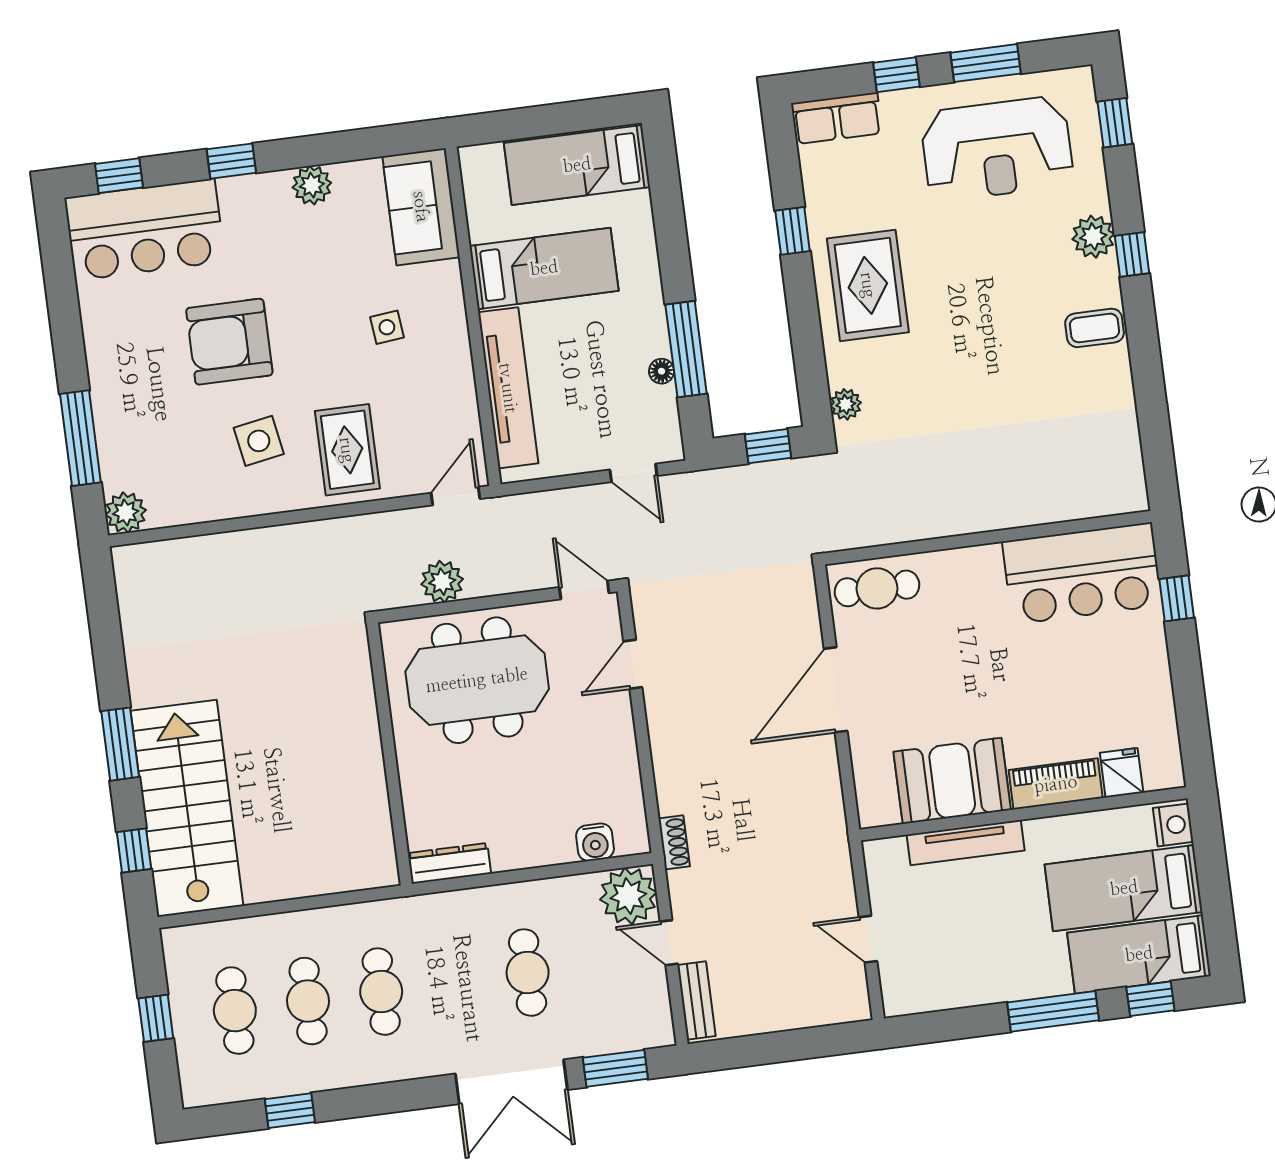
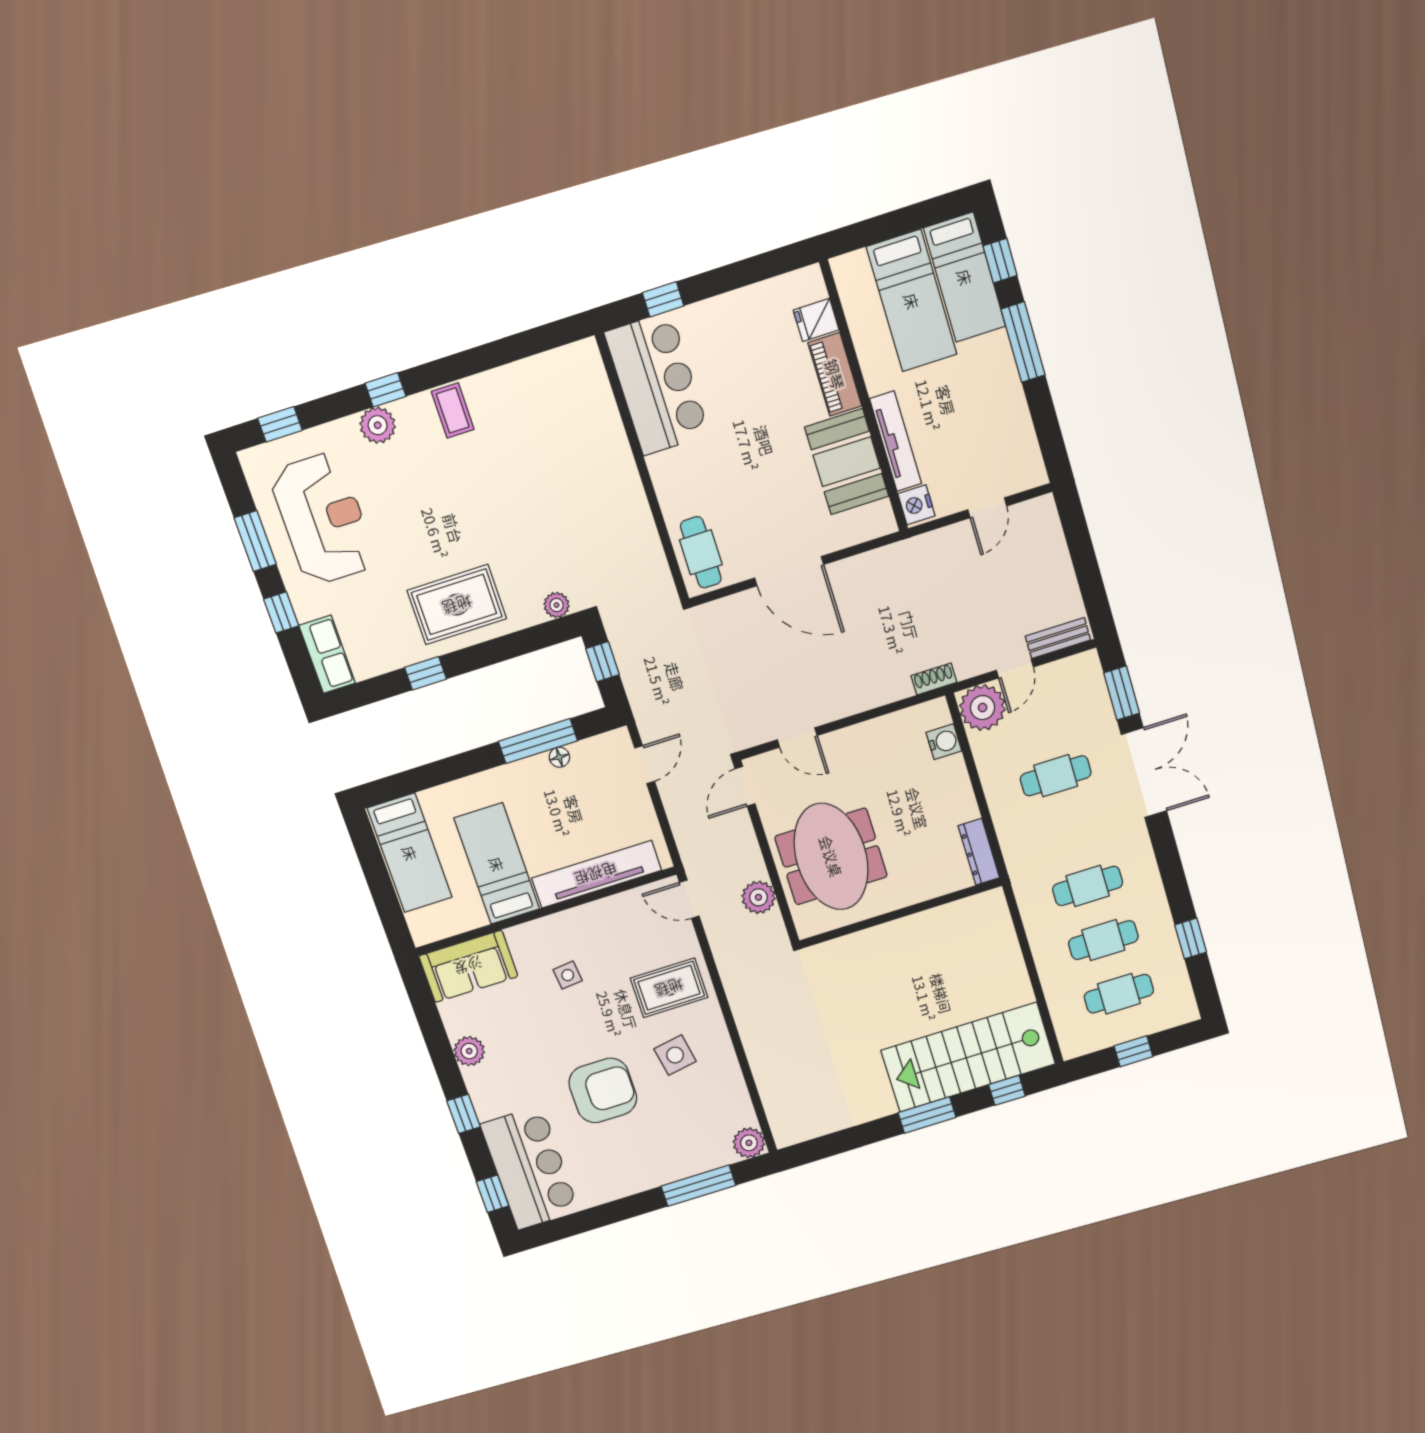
armchair: (229, 342) -> (603, 1090), turned -90
nightstand: (1173, 825) -> (916, 505), moved, turned -90

